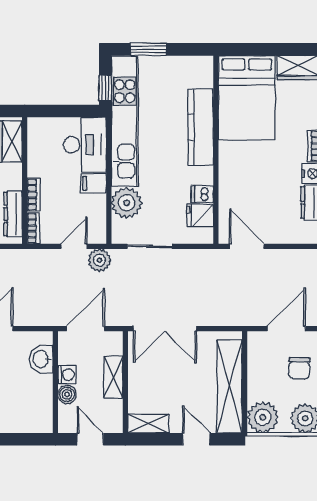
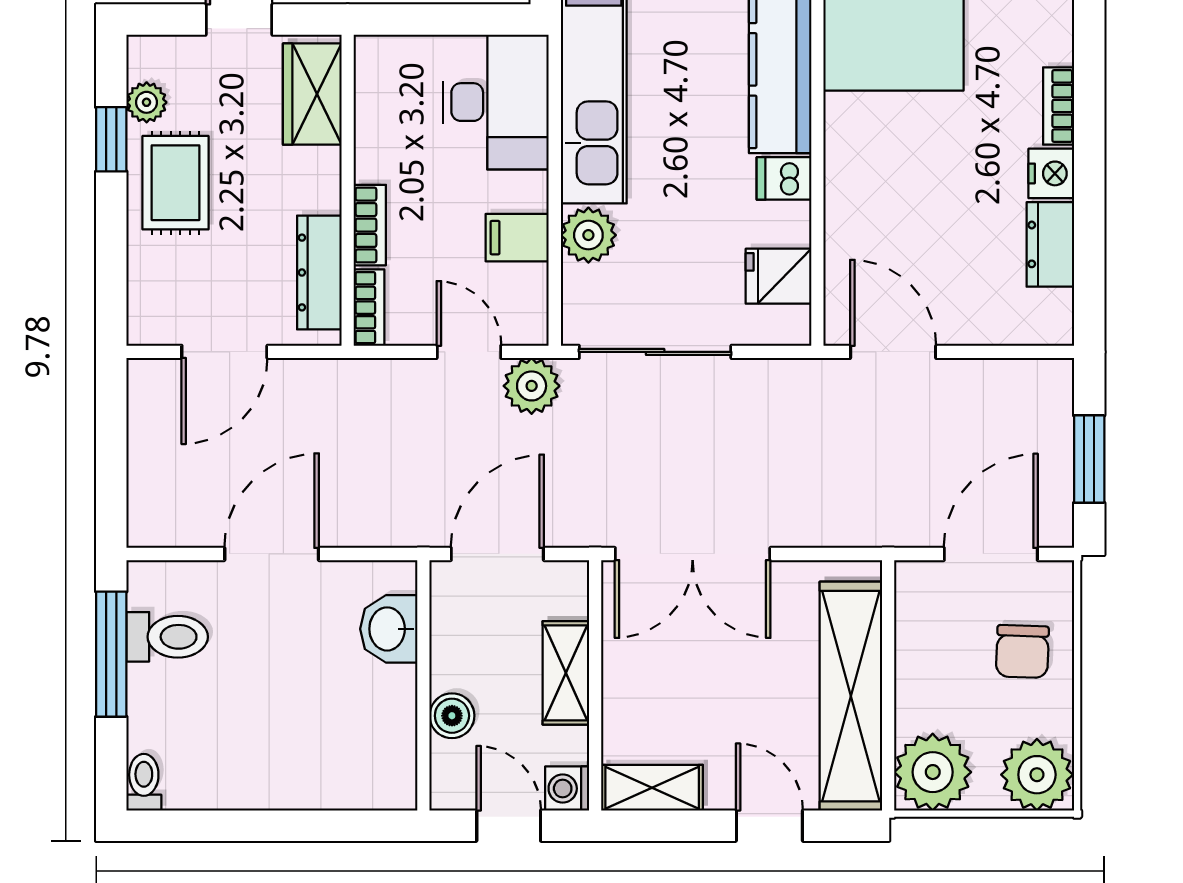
filing cabinet: (94, 183) -> (517, 238), moved
dishwasher: (202, 194) -> (784, 178), moved
plant: (127, 203) -> (588, 235), width x0.73, depth x0.73
door: (74, 246) -> (469, 352), hinge flipped
sliding door: (150, 246) -> (655, 352), width x1.37
washing machine: (67, 375) -> (567, 789), moved, turned 180

